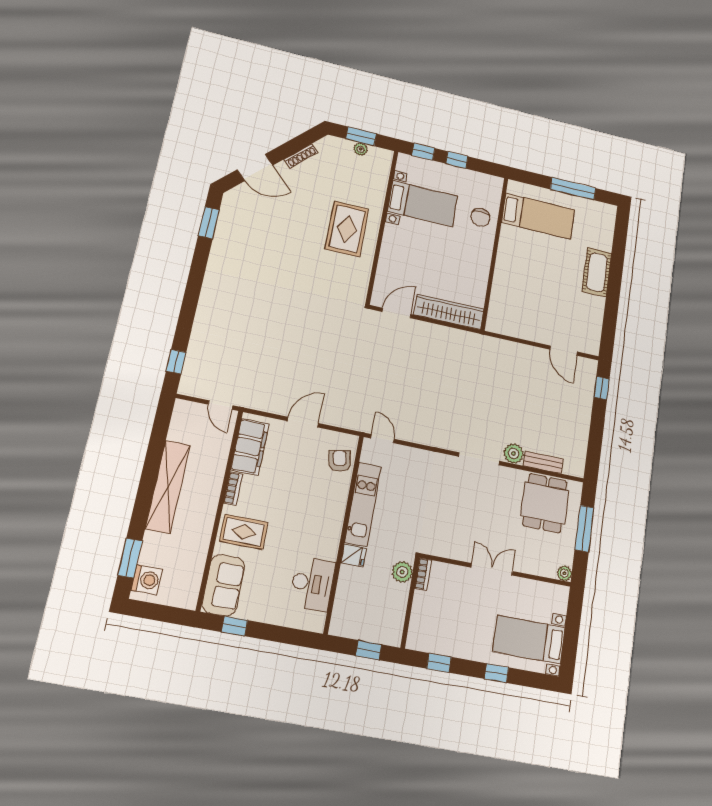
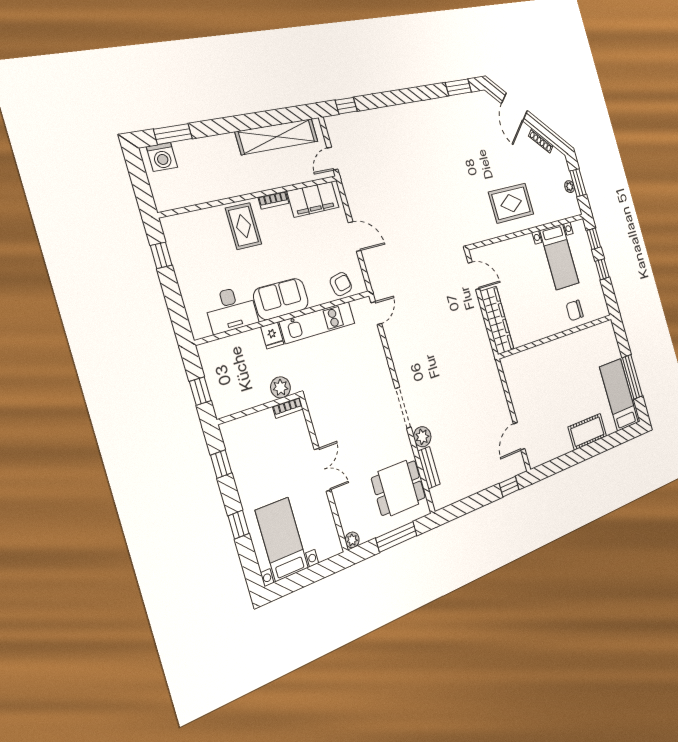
bed: (538, 216) -> (619, 395), moved, turned 180
shelving: (168, 487) -> (277, 137), moved
sofa: (223, 585) -> (281, 299), moved, turned 180

